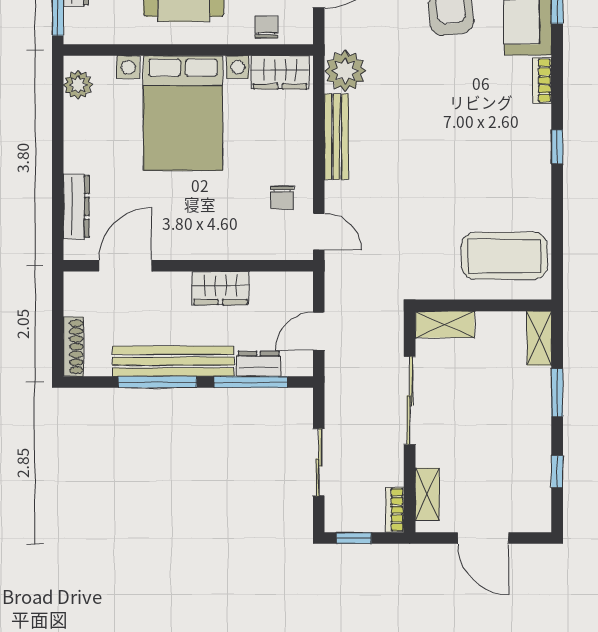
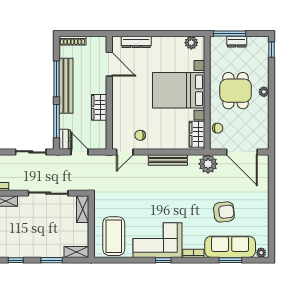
plant: (345, 71) -> (208, 164), moved
corner sofa: (513, 159) -> (157, 240), added
dresser: (259, 364) -> (65, 139), moved
sliding door: (319, 462) -> (31, 152), moved

